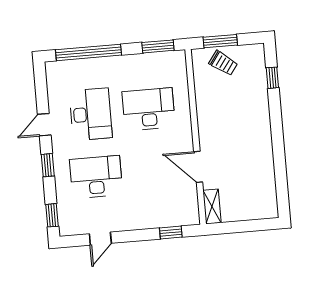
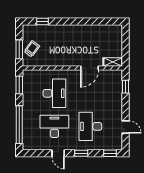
desk: (149, 109) -> (54, 93), turned 180

